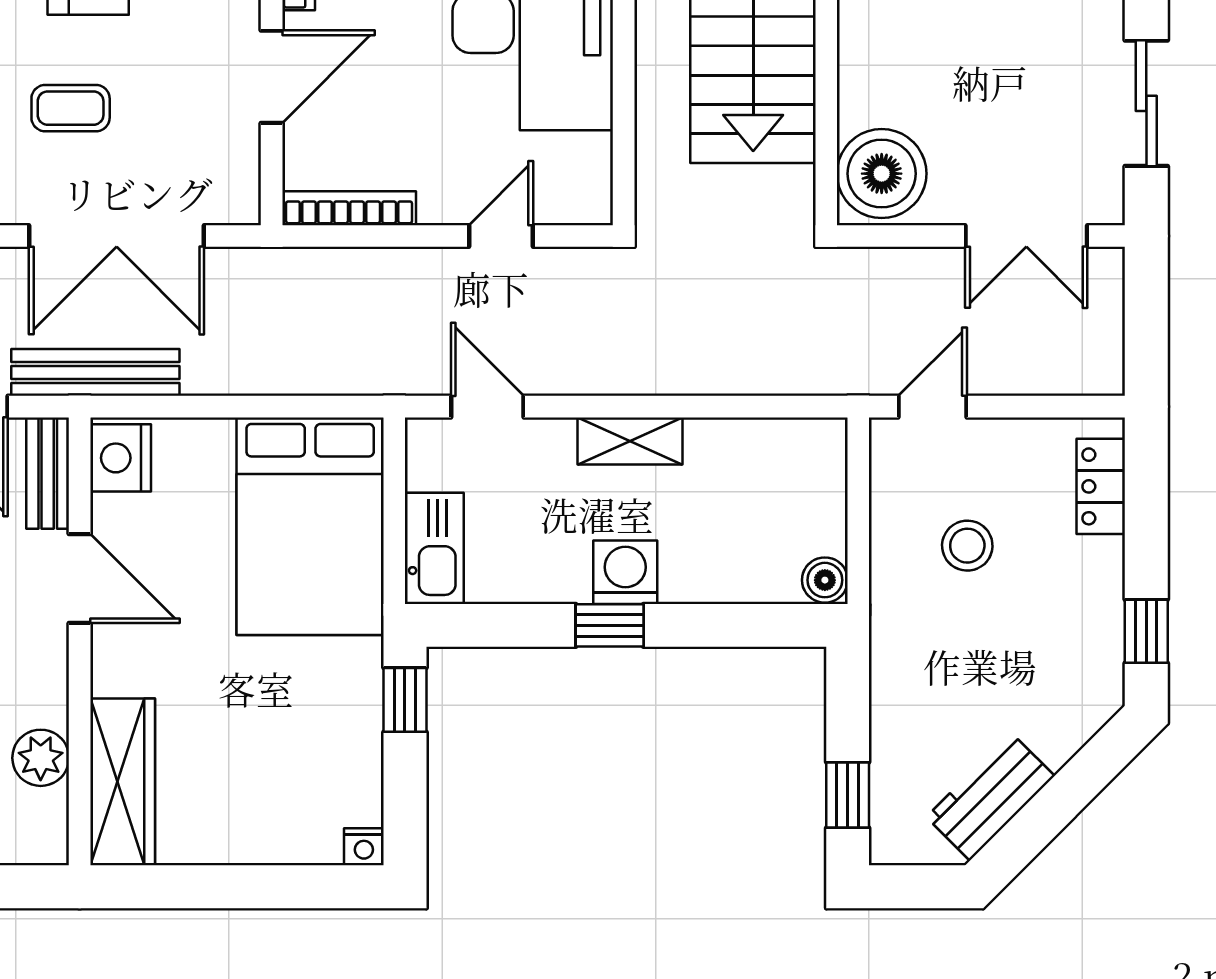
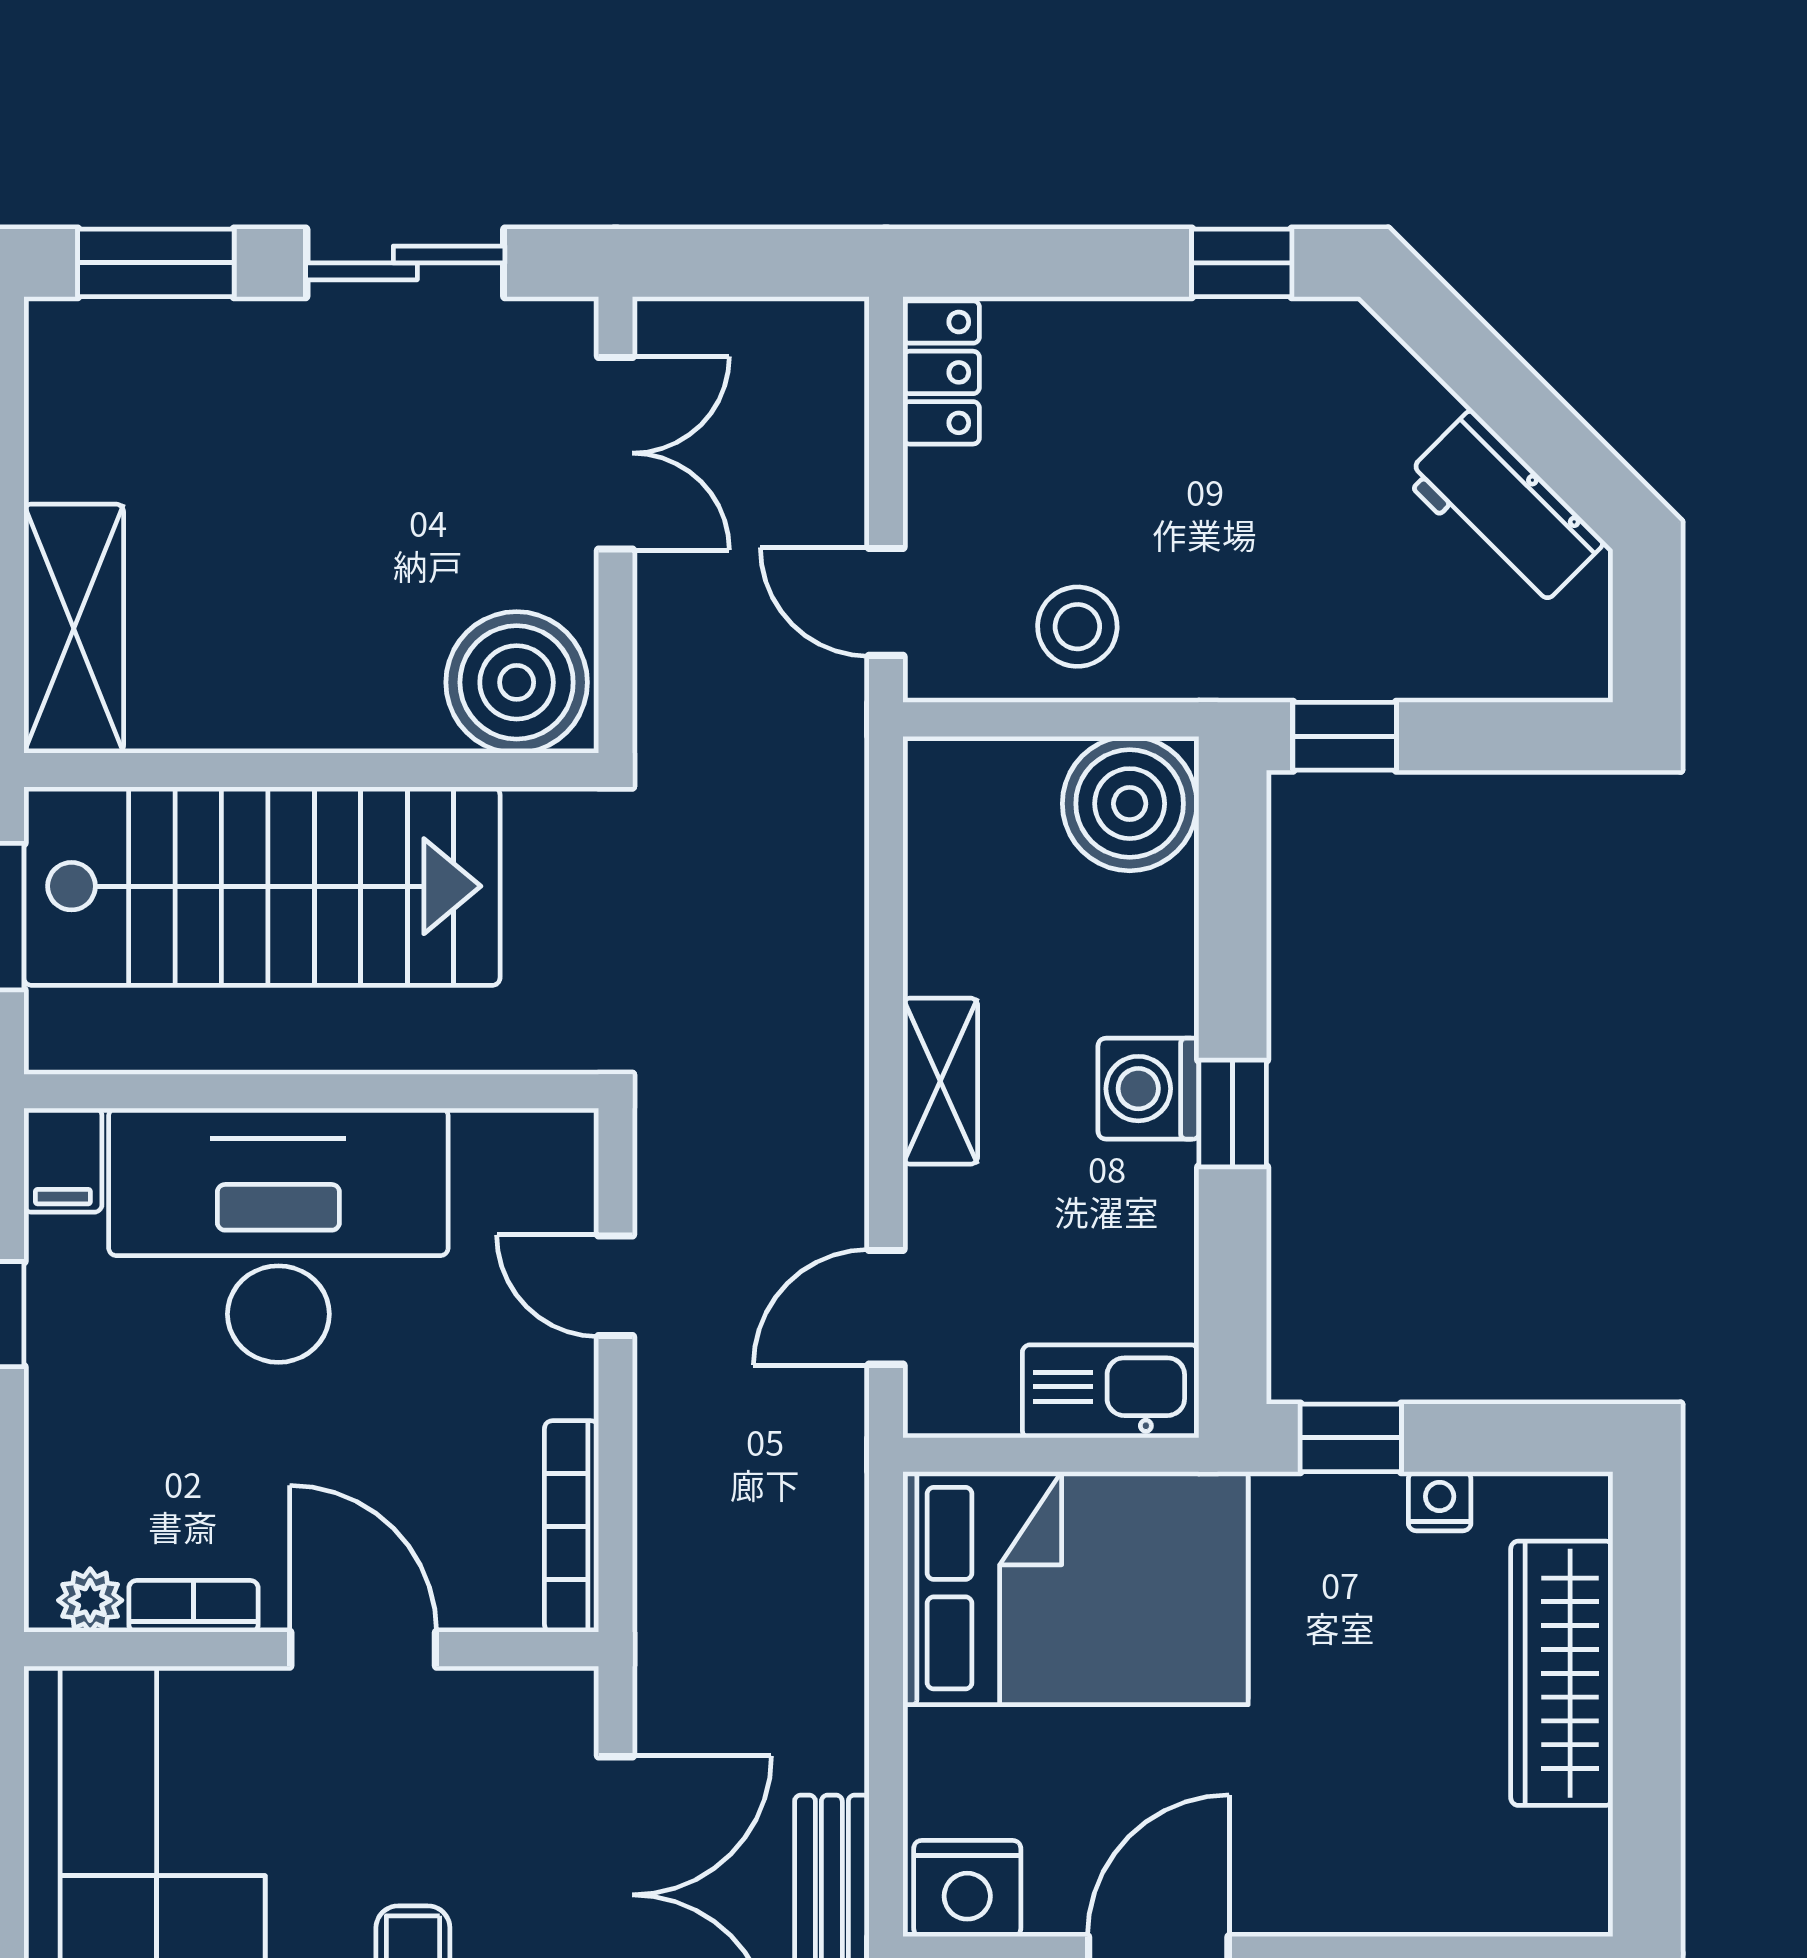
locker: (1101, 486) -> (941, 372), moved, turned -90
stool: (967, 546) -> (1077, 627), moved
boiler: (825, 580) -> (1130, 804), width x1.86, depth x1.86
wardrobe: (123, 782) -> (1562, 1673), moved, turned -90
window: (848, 795) -> (1345, 736), moved
nightstand: (364, 847) -> (1440, 1501), moved, turned -90

